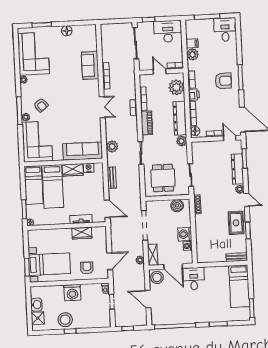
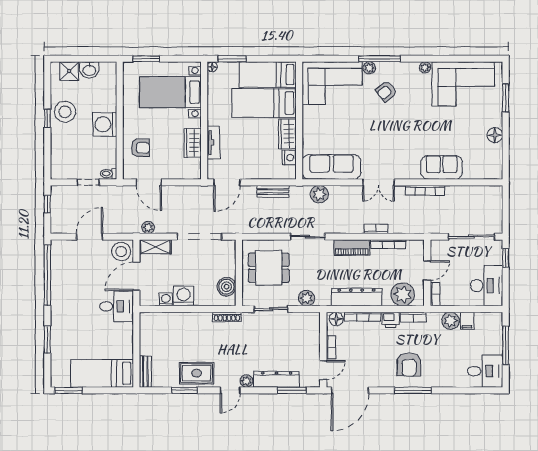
plant: (182, 141) -> (307, 298), moved
sofa: (83, 151) -> (331, 167), moved, turned -90
bed with nightstands: (49, 264) -> (170, 92), moved, turned 90

